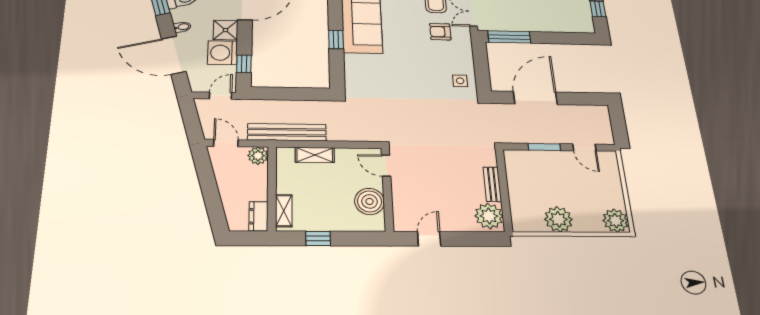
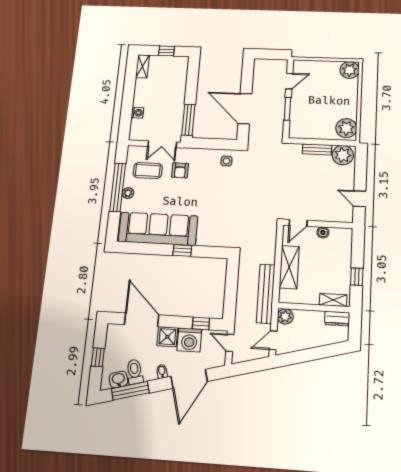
shelving: (315, 155) -> (289, 267), width x1.50, depth x1.33
boiler: (370, 201) -> (323, 232), width x0.54, depth x0.54
plant: (558, 219) -> (346, 128), moved

